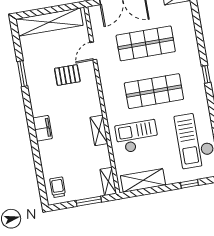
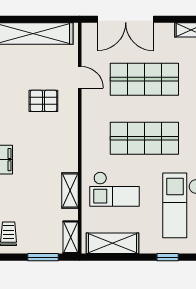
door: (93, 51) -> (80, 77), swing flipped
shelving: (99, 130) -> (70, 190), moved
checkout: (137, 136) -> (114, 189), turned 180

